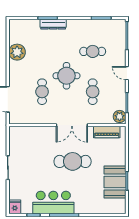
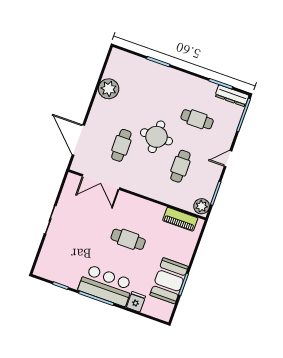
dresser: (53, 24) -> (232, 96), moved
door: (127, 73) -> (228, 159), hinge flipped
double door: (72, 125) -> (101, 182), moved
cafe table: (73, 161) -> (128, 239), width x0.73, depth x0.74
bar counter: (53, 202) -> (106, 285), moved
fridge: (15, 207) -> (136, 302), moved

